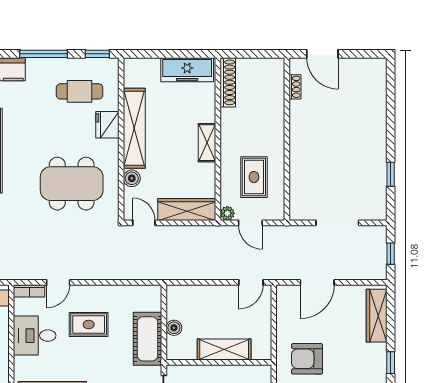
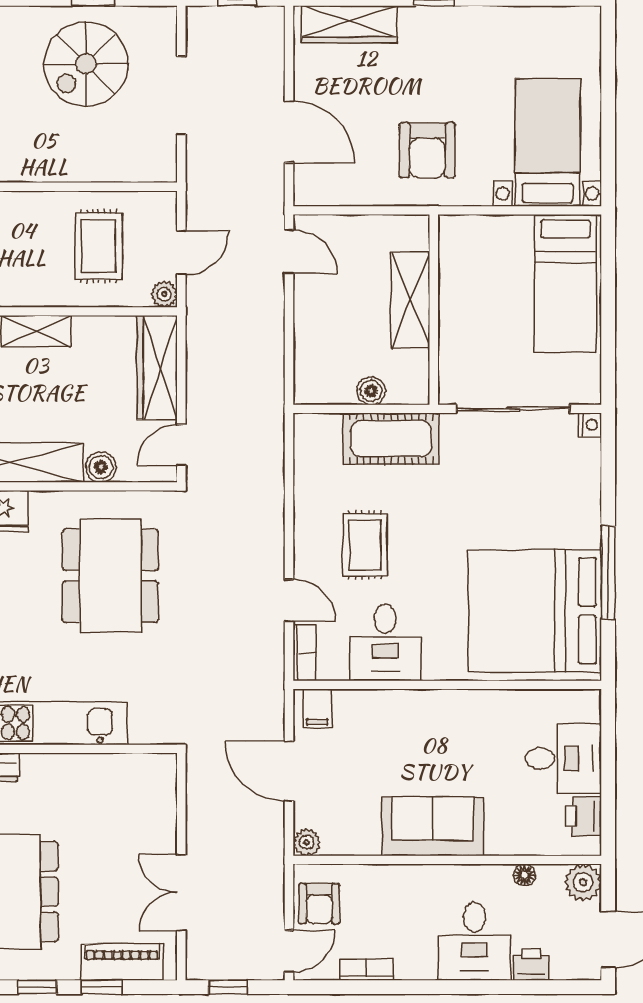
spiral stairs: (355, 170) -> (86, 64), added
rug: (254, 177) -> (99, 246), turned 90

